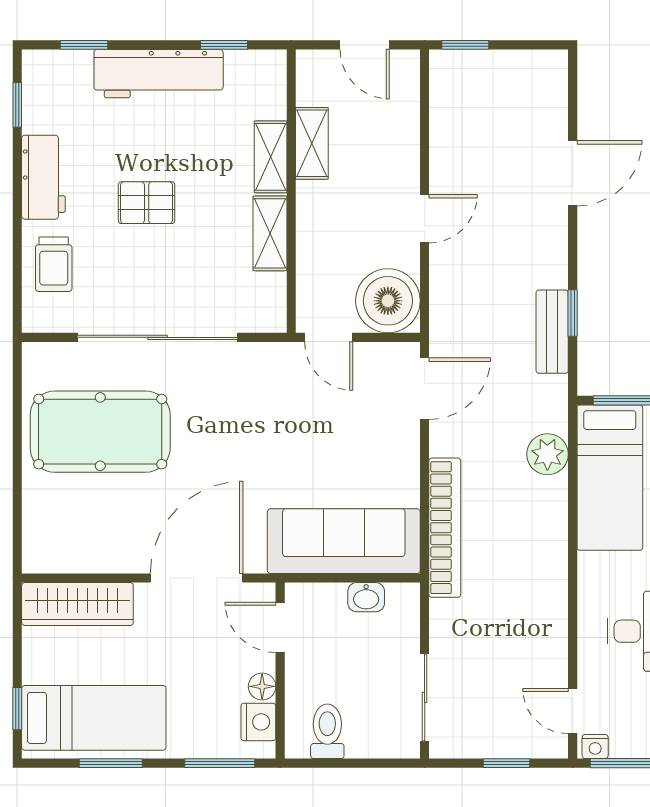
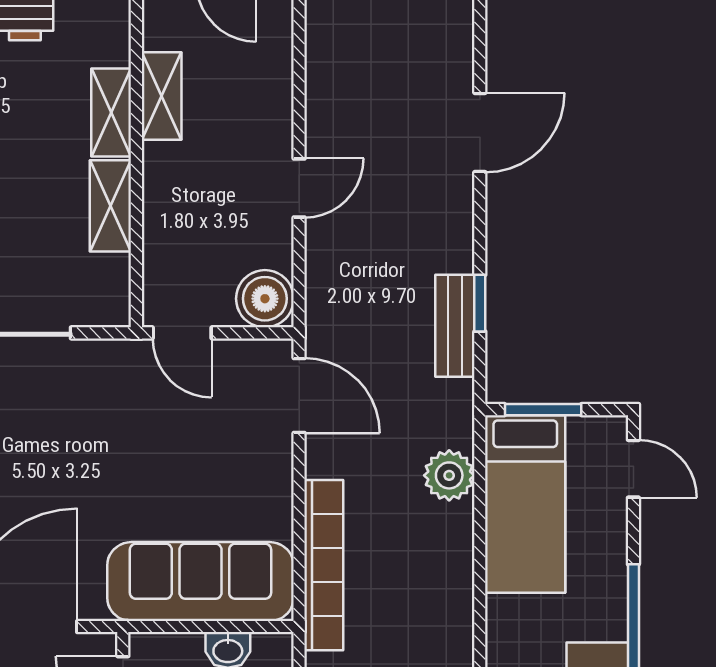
boiler: (388, 301) -> (265, 299), width x0.73, depth x0.73
door: (425, 389) -> (299, 395), hinge flipped

